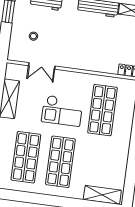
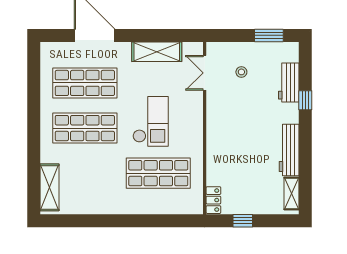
double door: (42, 66) -> (205, 73), moved
checkout: (62, 111) -> (151, 121), turned 180

